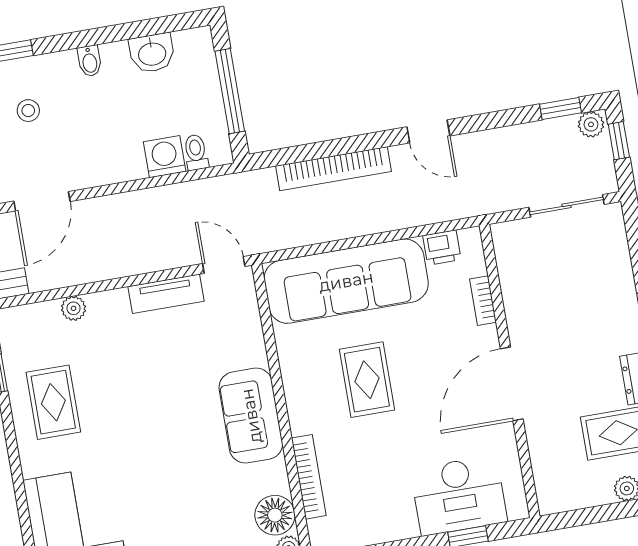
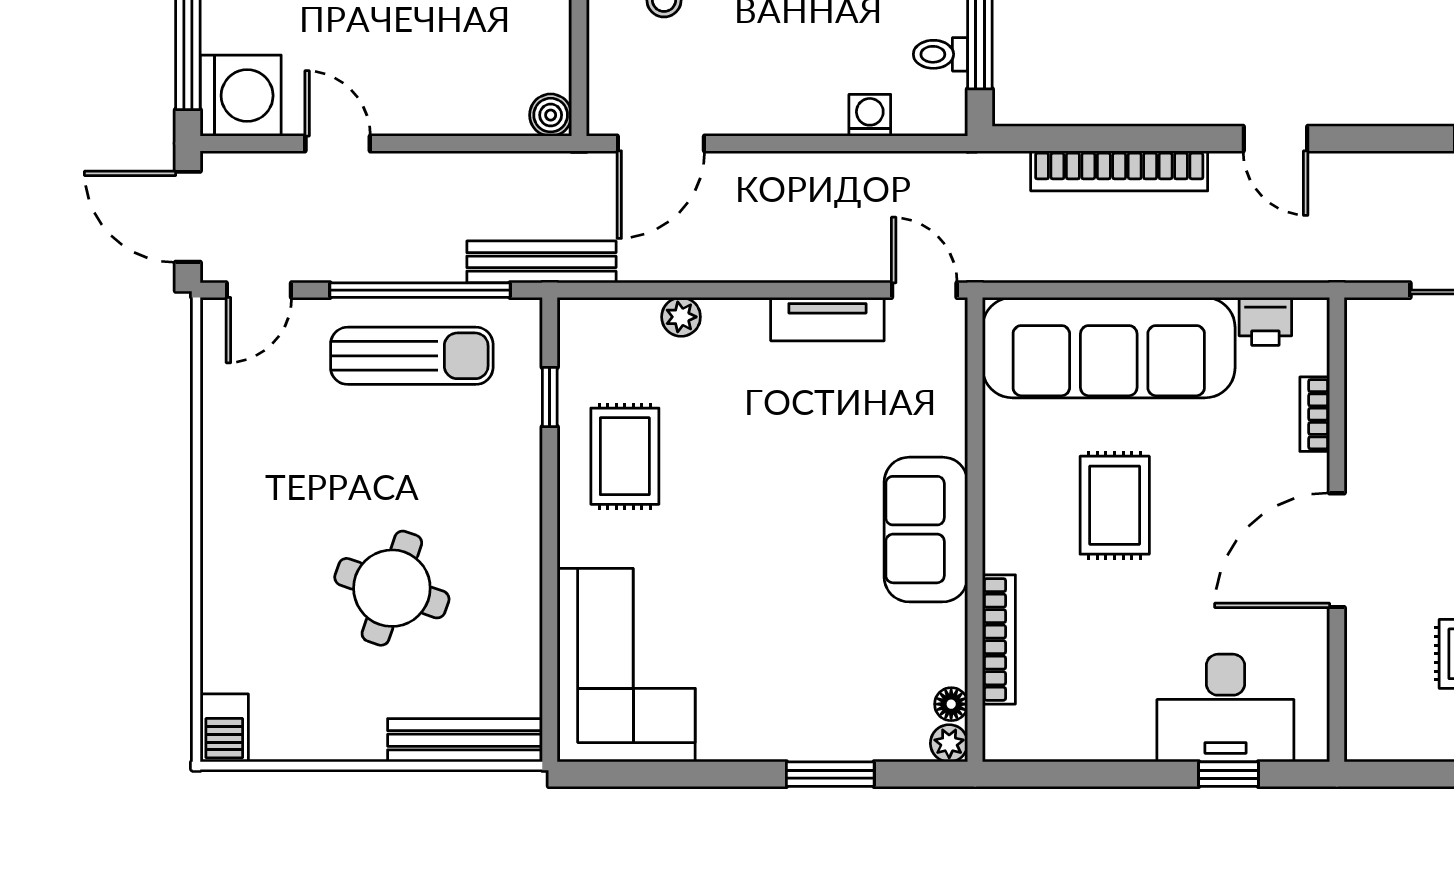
toilet: (196, 152) -> (940, 54), moved, turned -90
washing machine: (165, 157) -> (870, 115), width x0.73, depth x0.73
floor lamp: (275, 515) -> (951, 704), width x0.53, depth x0.53

